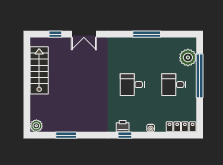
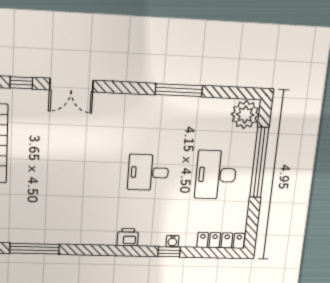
plant: (188, 58) -> (245, 115), moved
desk: (174, 85) -> (216, 175), width x1.37
window: (66, 135) -> (34, 249), width x1.44
window: (125, 135) -> (169, 252), moved

